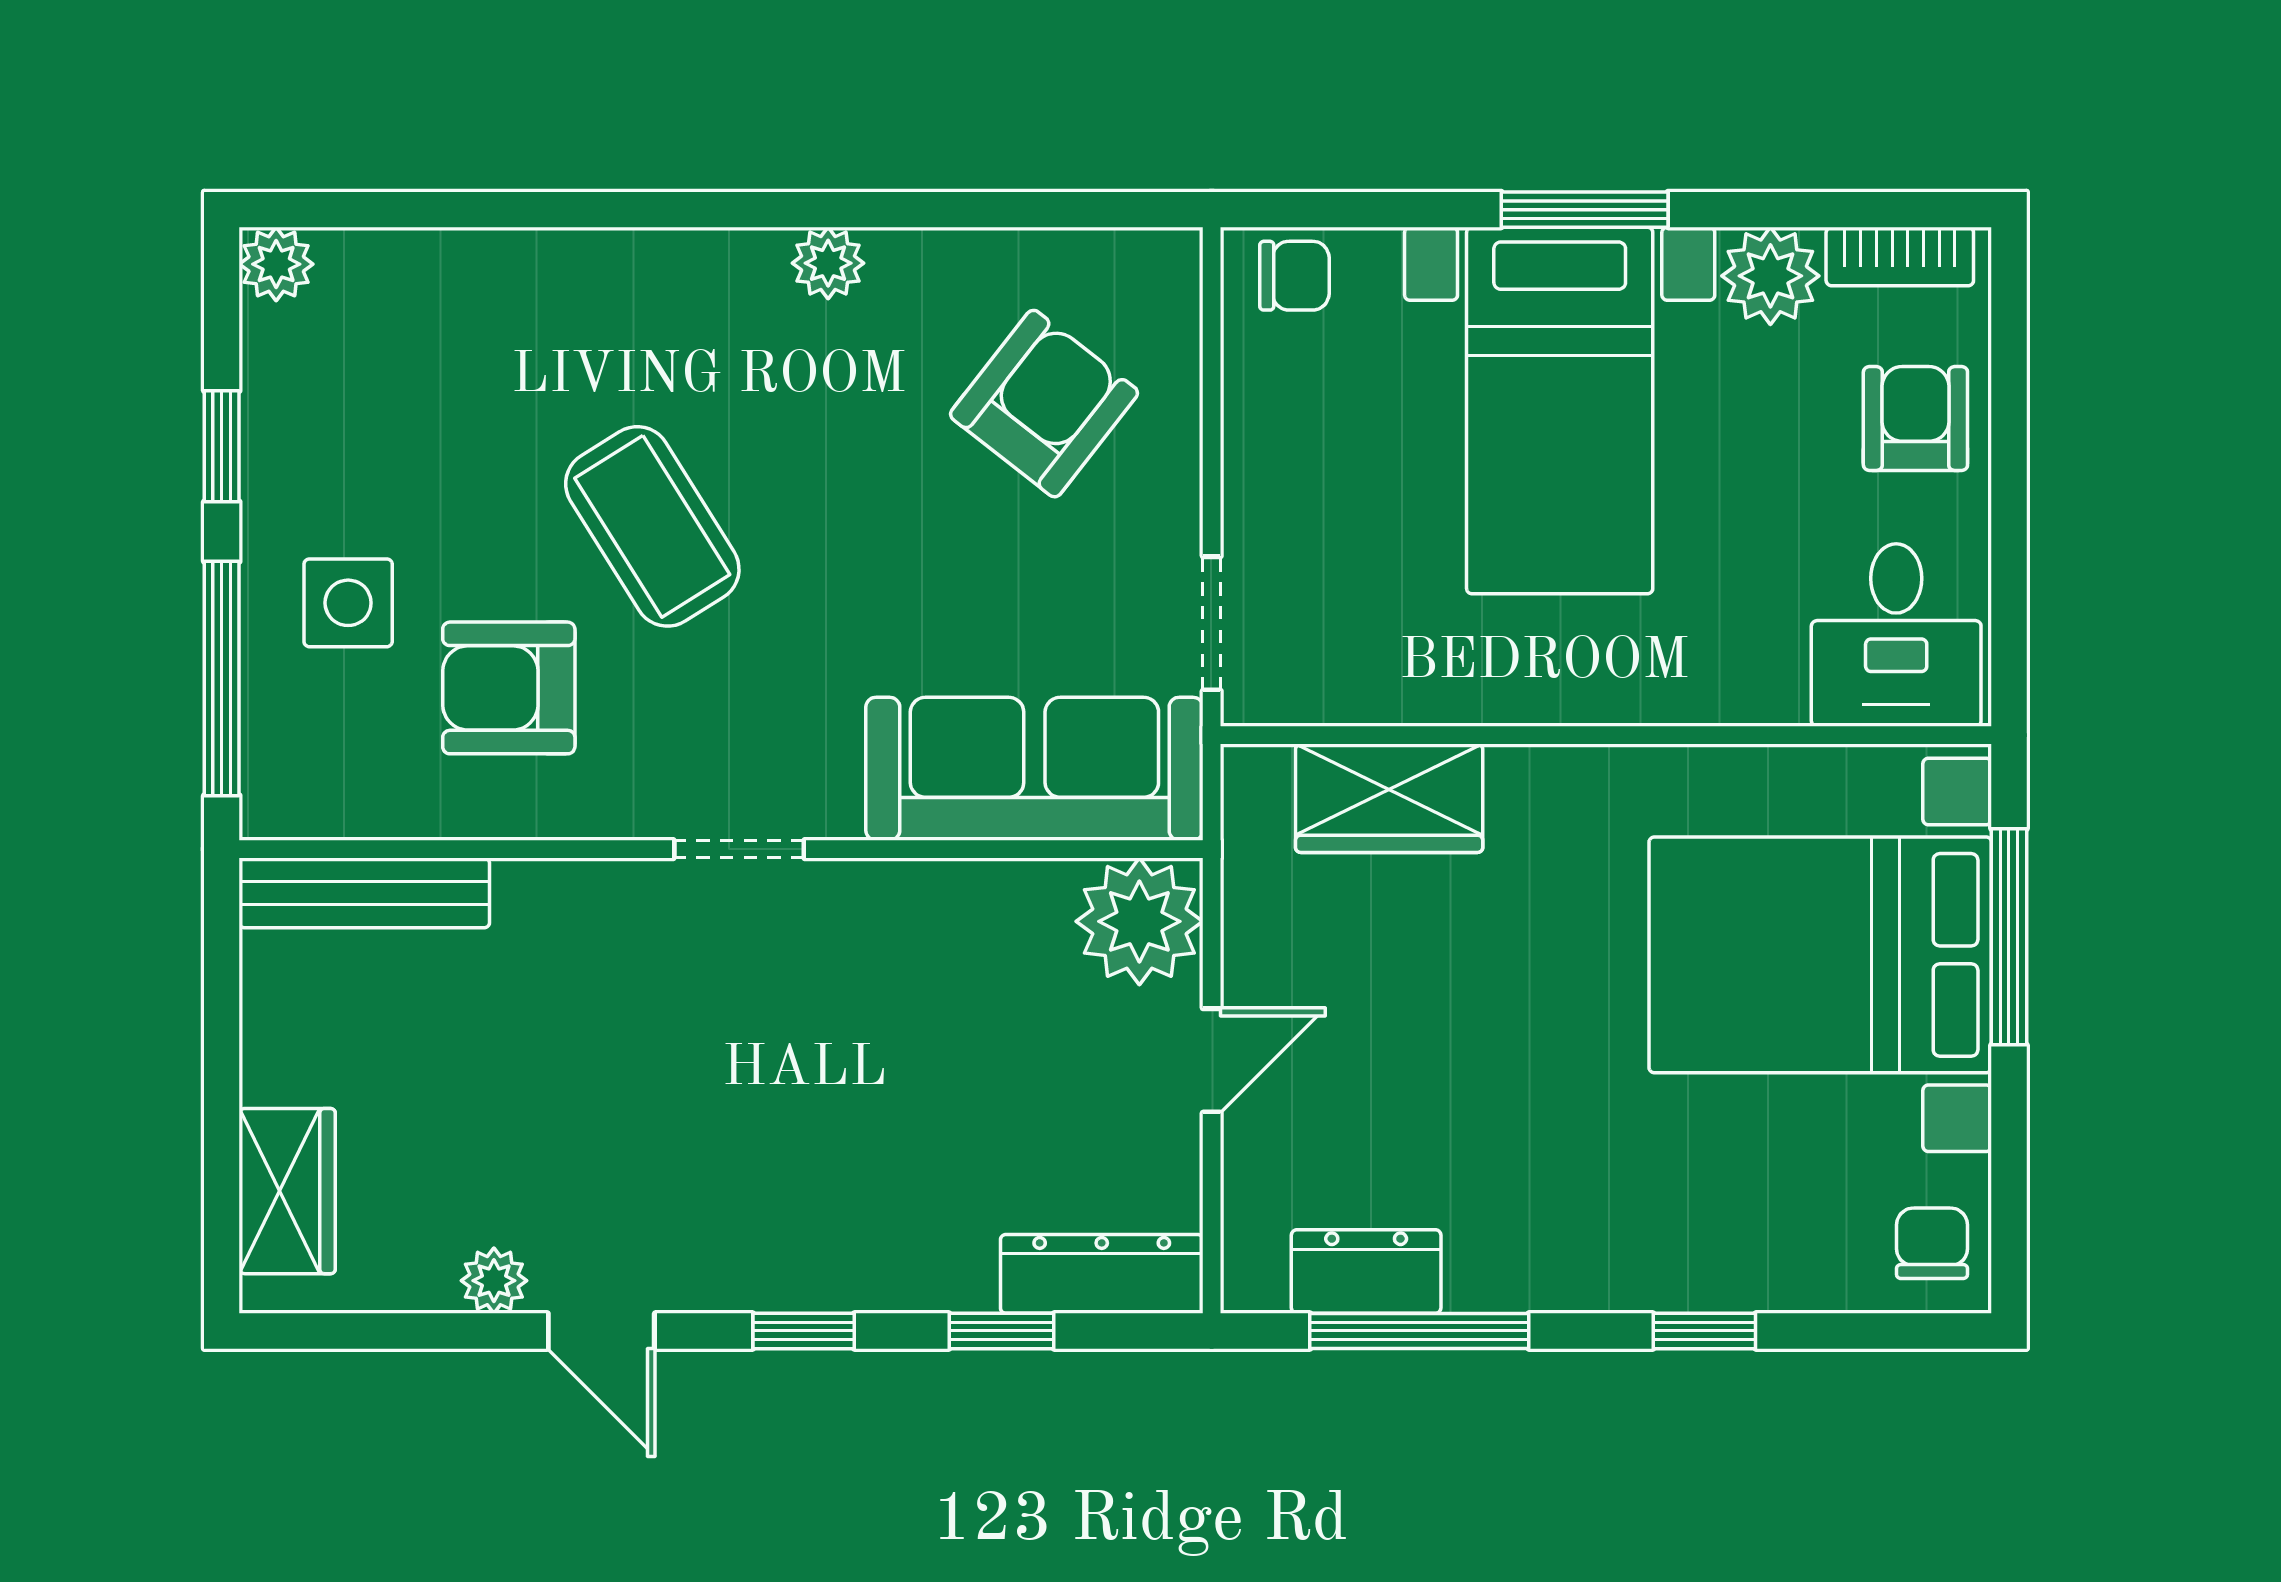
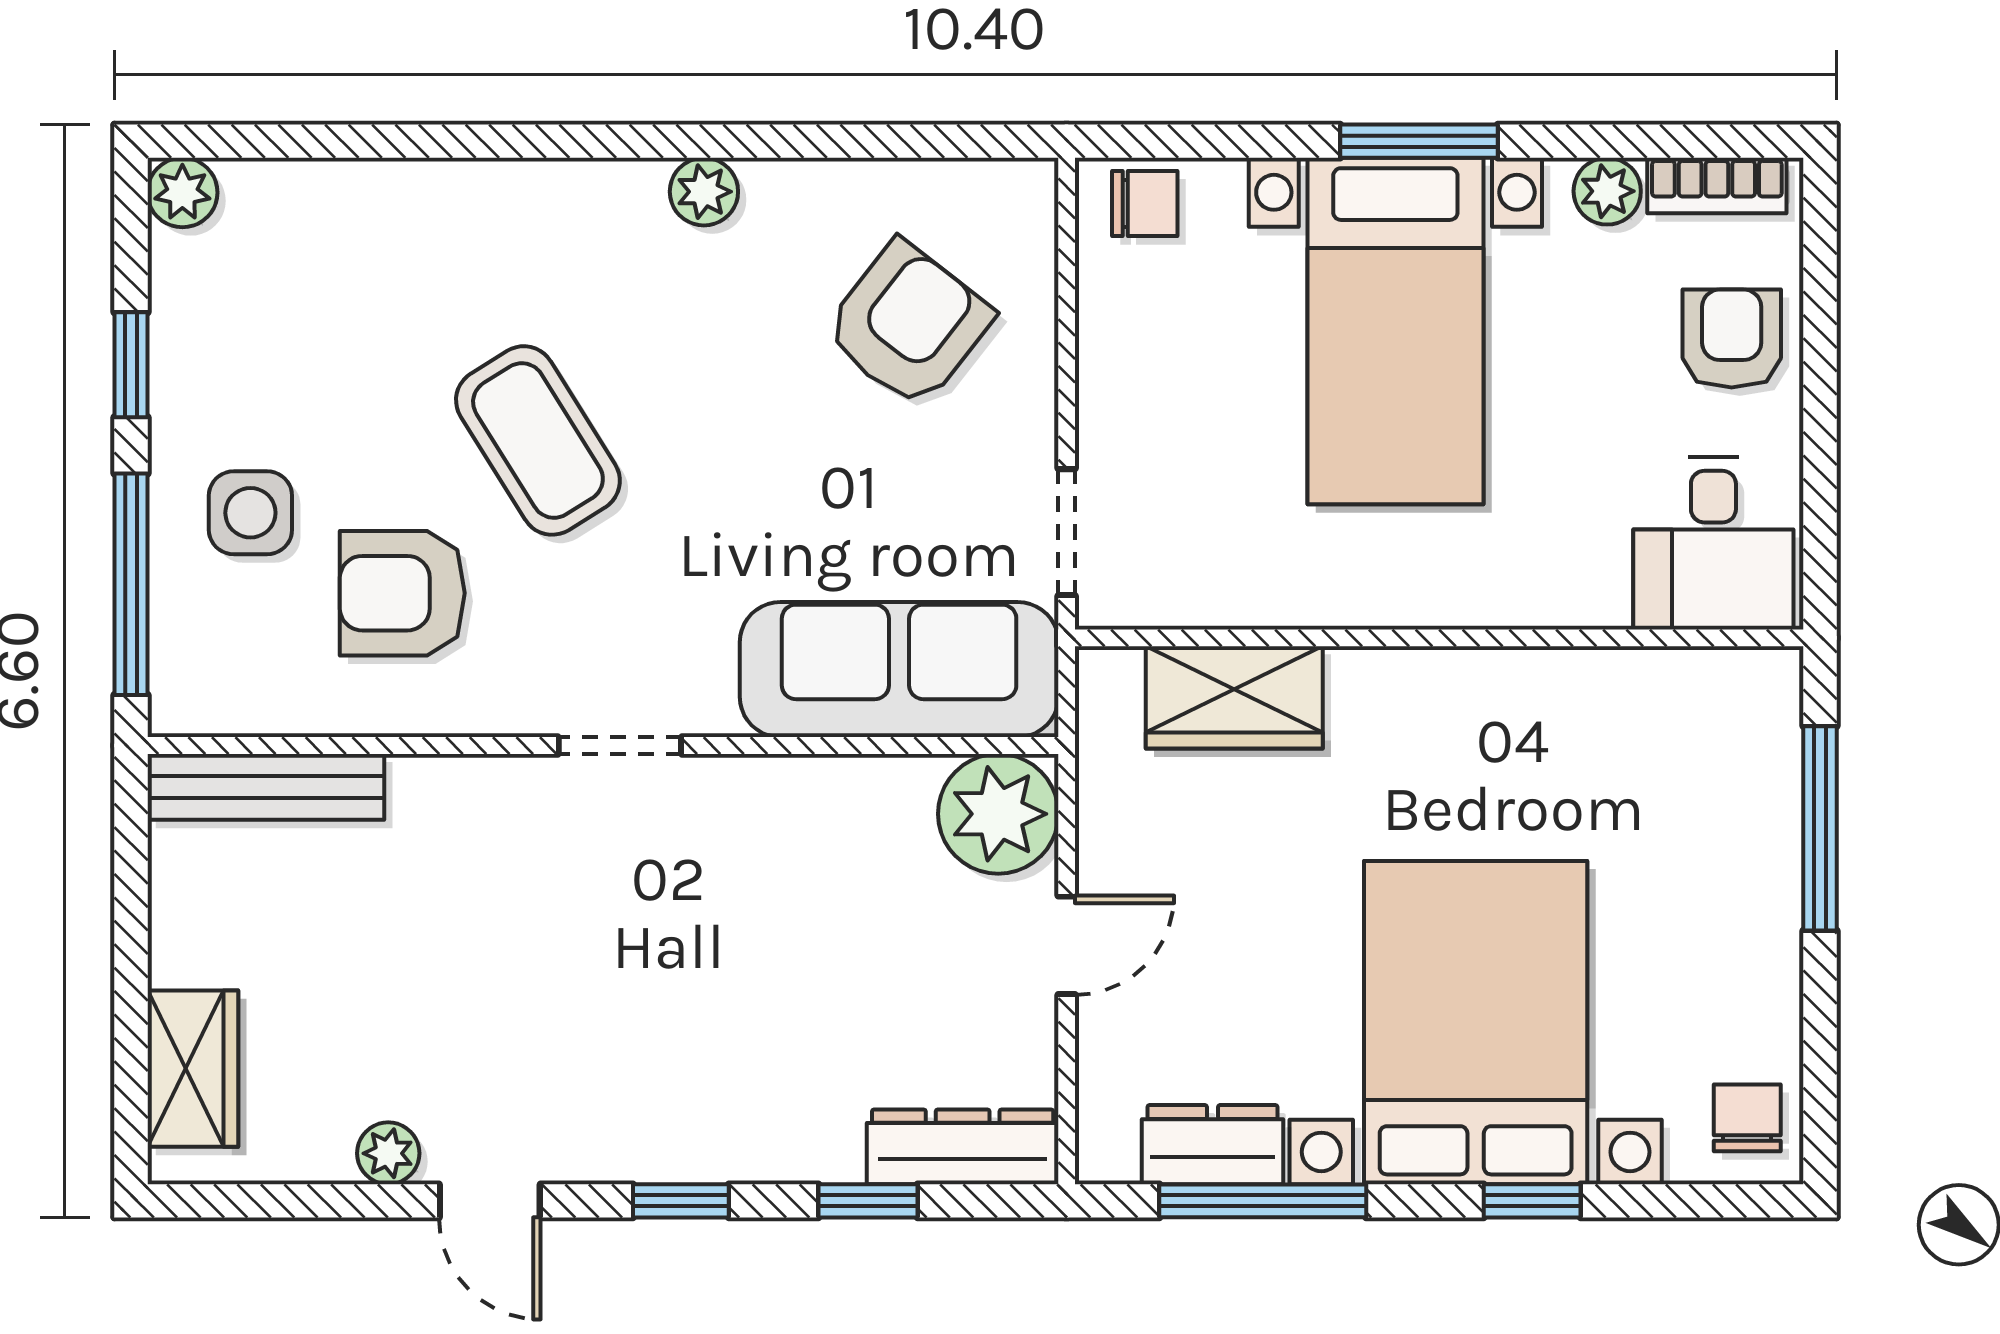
plant: (1770, 276) -> (1607, 191), width x0.73, depth x0.73
bed with nightstands: (1820, 955) -> (1476, 1023), moved, turned 90

